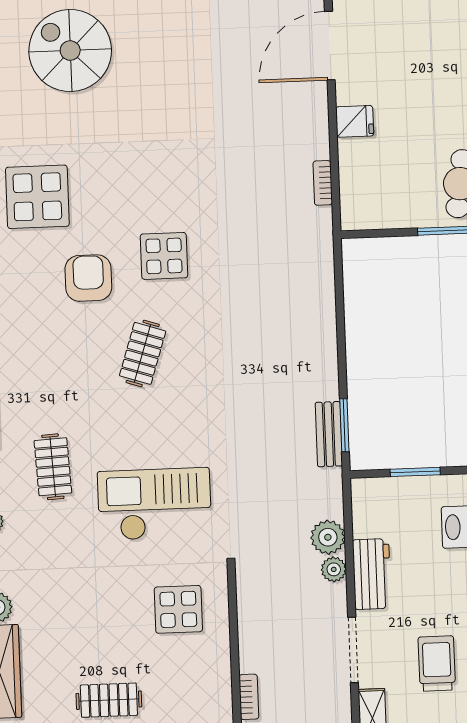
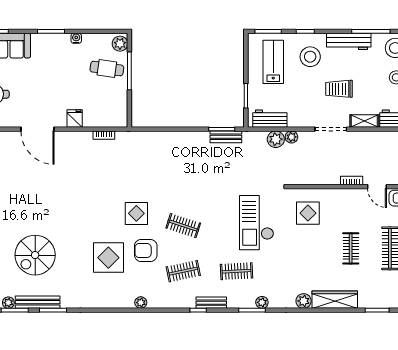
display table: (37, 197) -> (108, 258), moved
clothes rail: (49, 357) -> (183, 271), added
workbench: (372, 574) -> (270, 119), moved

